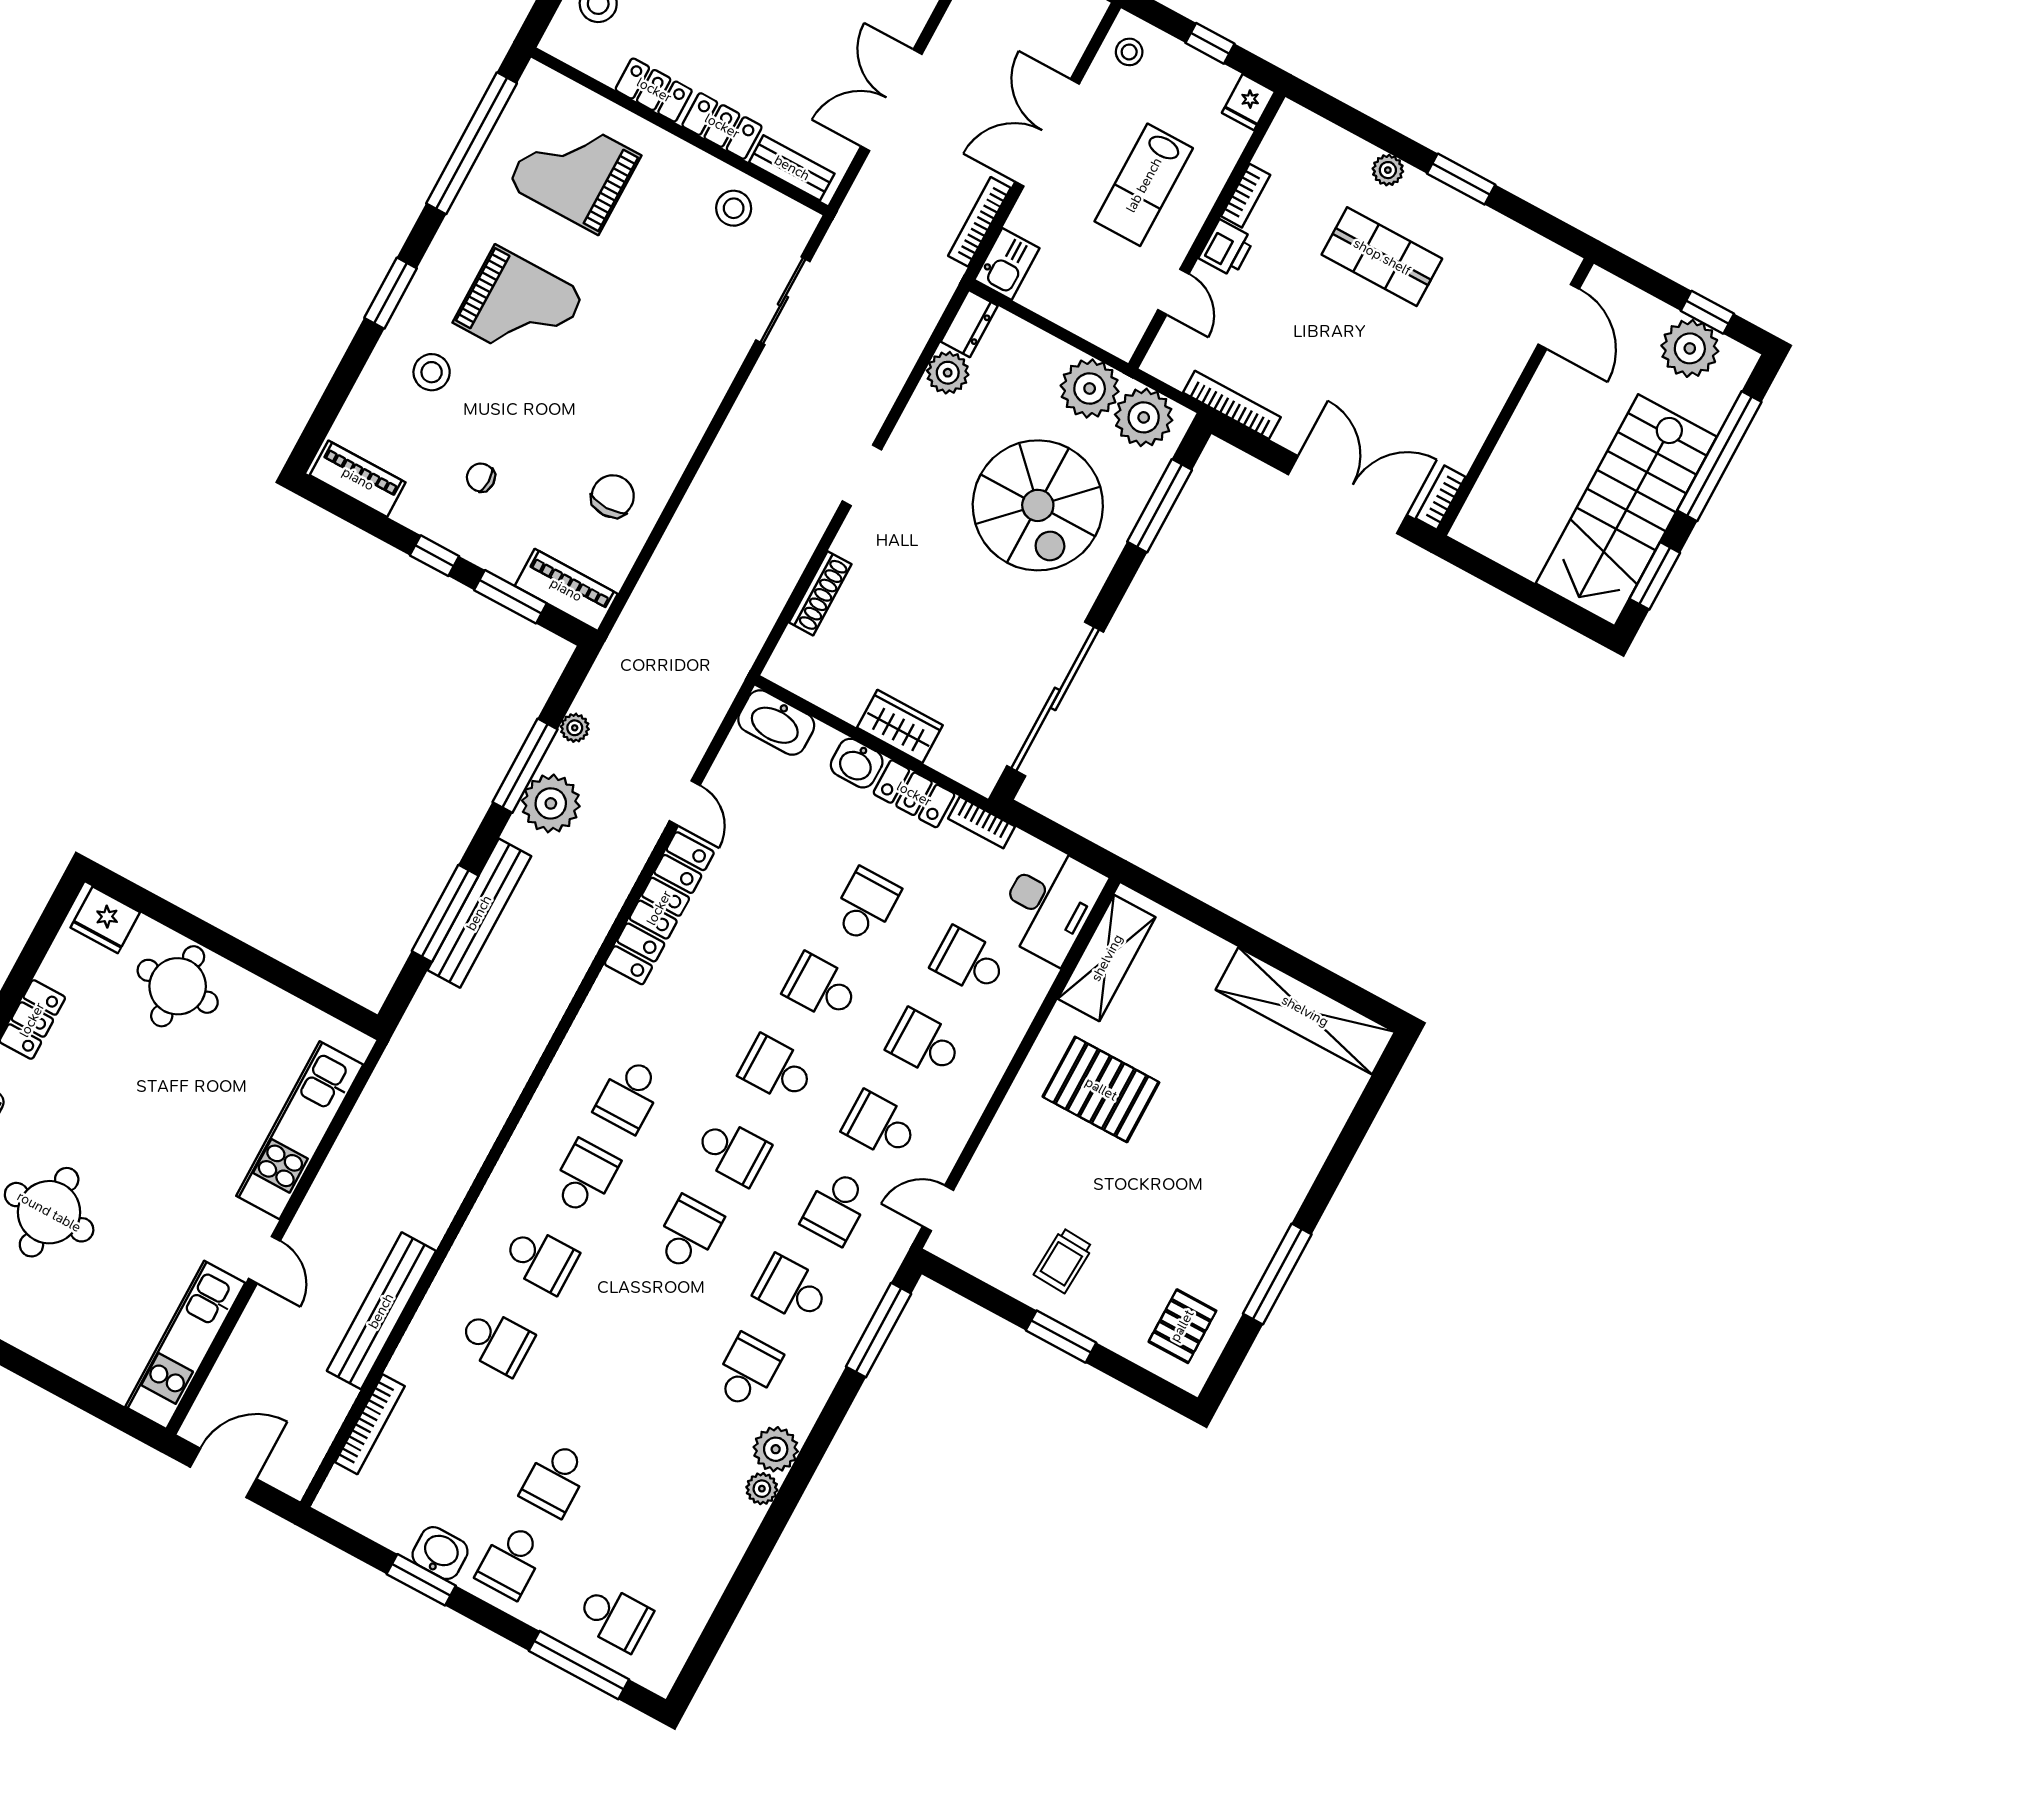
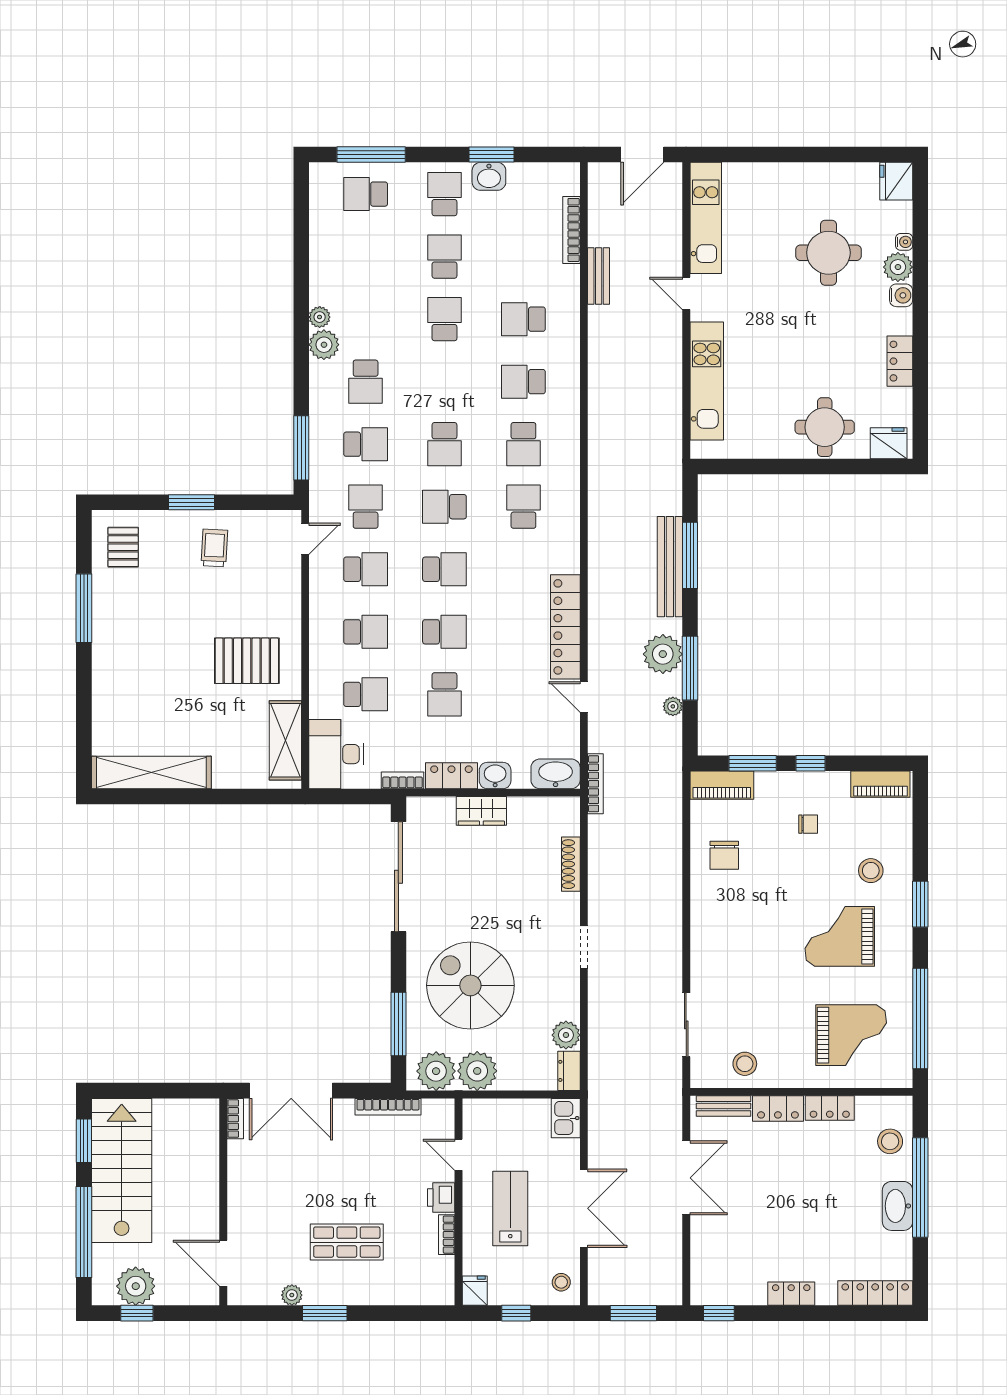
plant: (1388, 170) -> (292, 1295), moved
bookcase: (979, 222) -> (595, 784), moved
bench: (381, 1311) -> (599, 276), width x0.54, depth x0.82
school desk: (600, 1397) -> (444, 319), added

